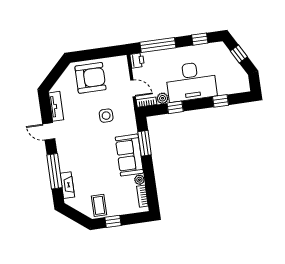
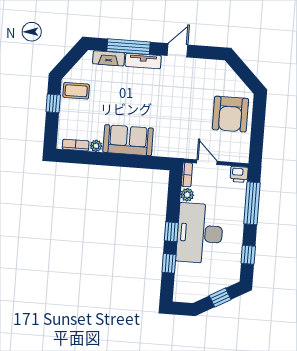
door: (133, 88) -> (207, 162), swing flipped
tv unit: (56, 106) -> (143, 61), moved
window: (175, 107) -> (171, 232), moved
side table: (106, 116) -> (181, 123), removed
window: (145, 143) -> (138, 162), removed

